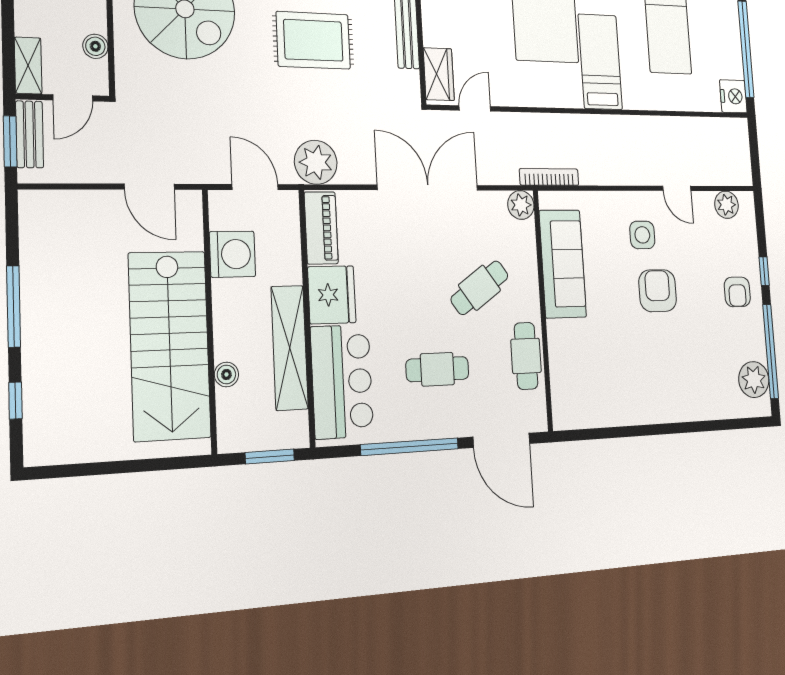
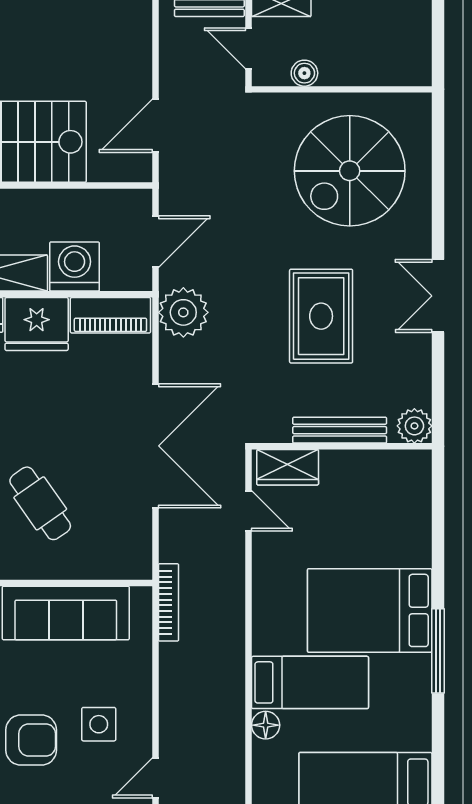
floor lamp: (633, 99) -> (266, 725), added
plant: (521, 205) -> (135, 563), removed
washing machine: (232, 254) -> (75, 266), moved, turned 180

